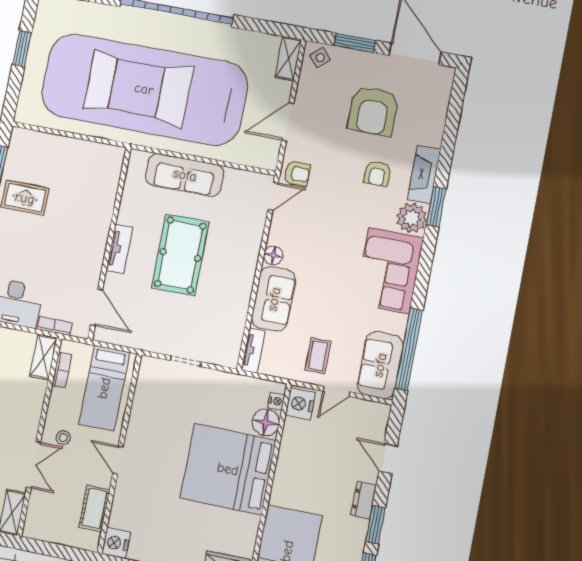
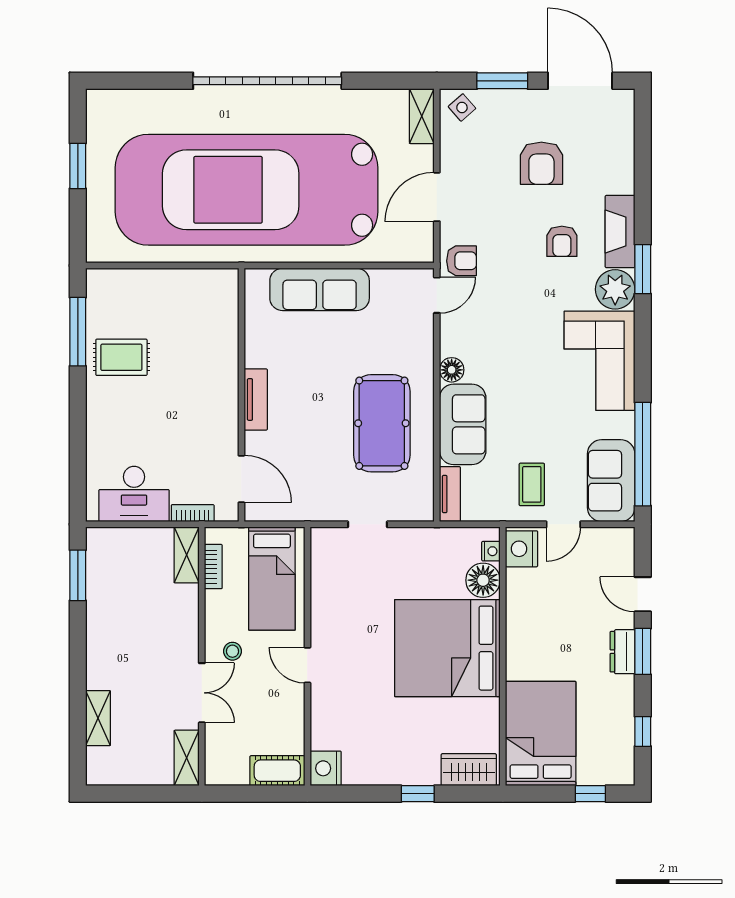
armchair: (373, 111) -> (541, 163), width x0.73, depth x0.73
pool table: (180, 255) -> (382, 423), moved
cot: (94, 508) -> (277, 771), moved, turned 90
window: (375, 525) -> (643, 651), moved

